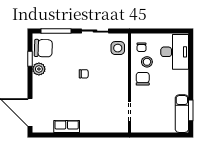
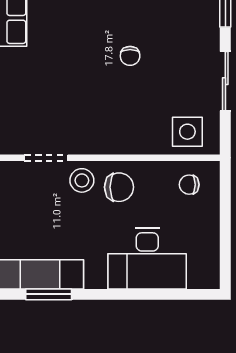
desk: (175, 52) -> (147, 258), moved
stool: (147, 62) -> (82, 180), moved

